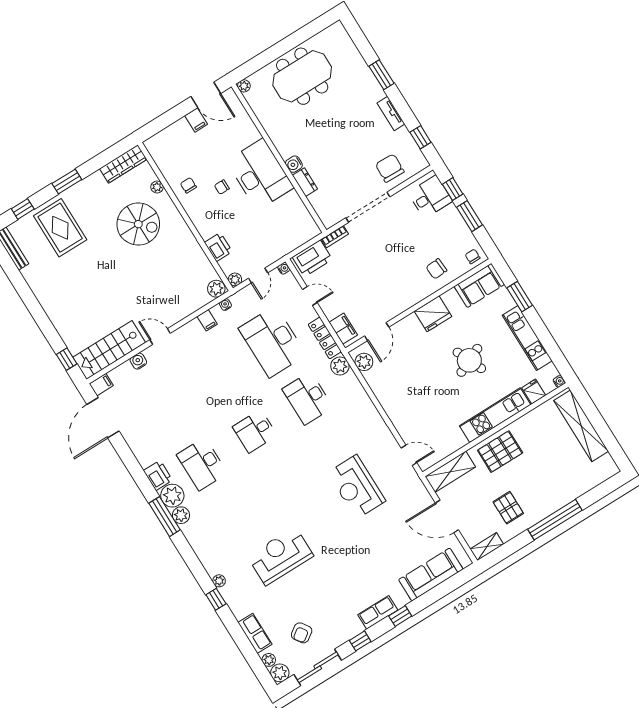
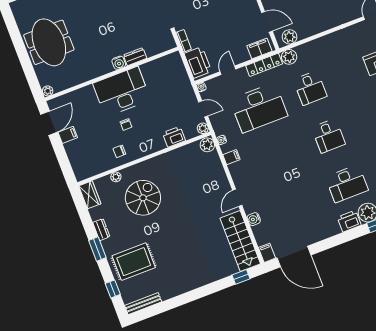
wardrobe: (123, 164) -> (90, 195), width x0.67
dresser: (91, 182) -> (101, 230), added
desk: (308, 398) -> (310, 88), width x0.73

